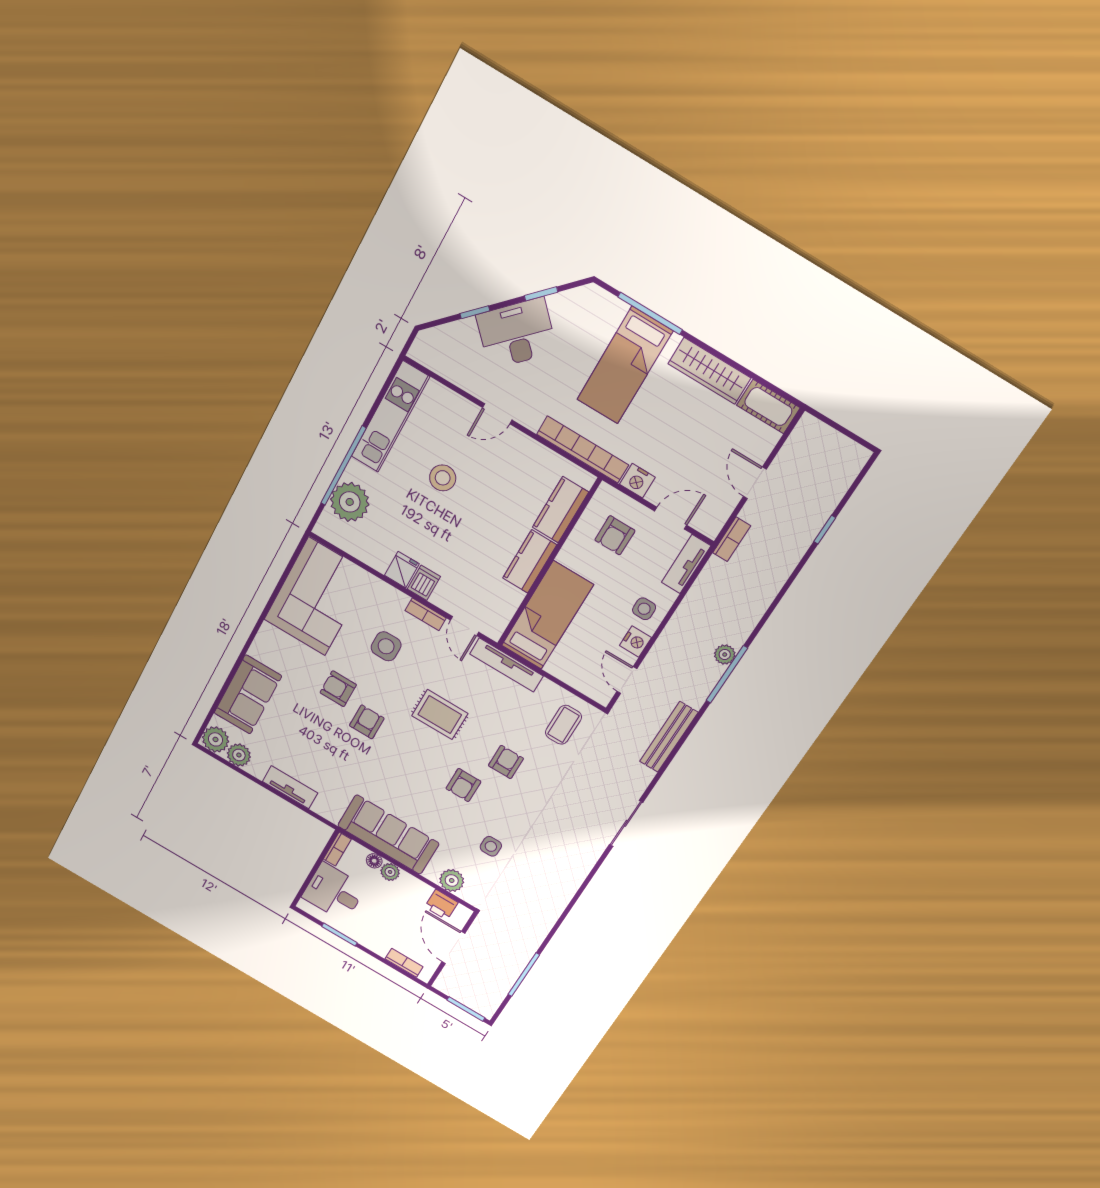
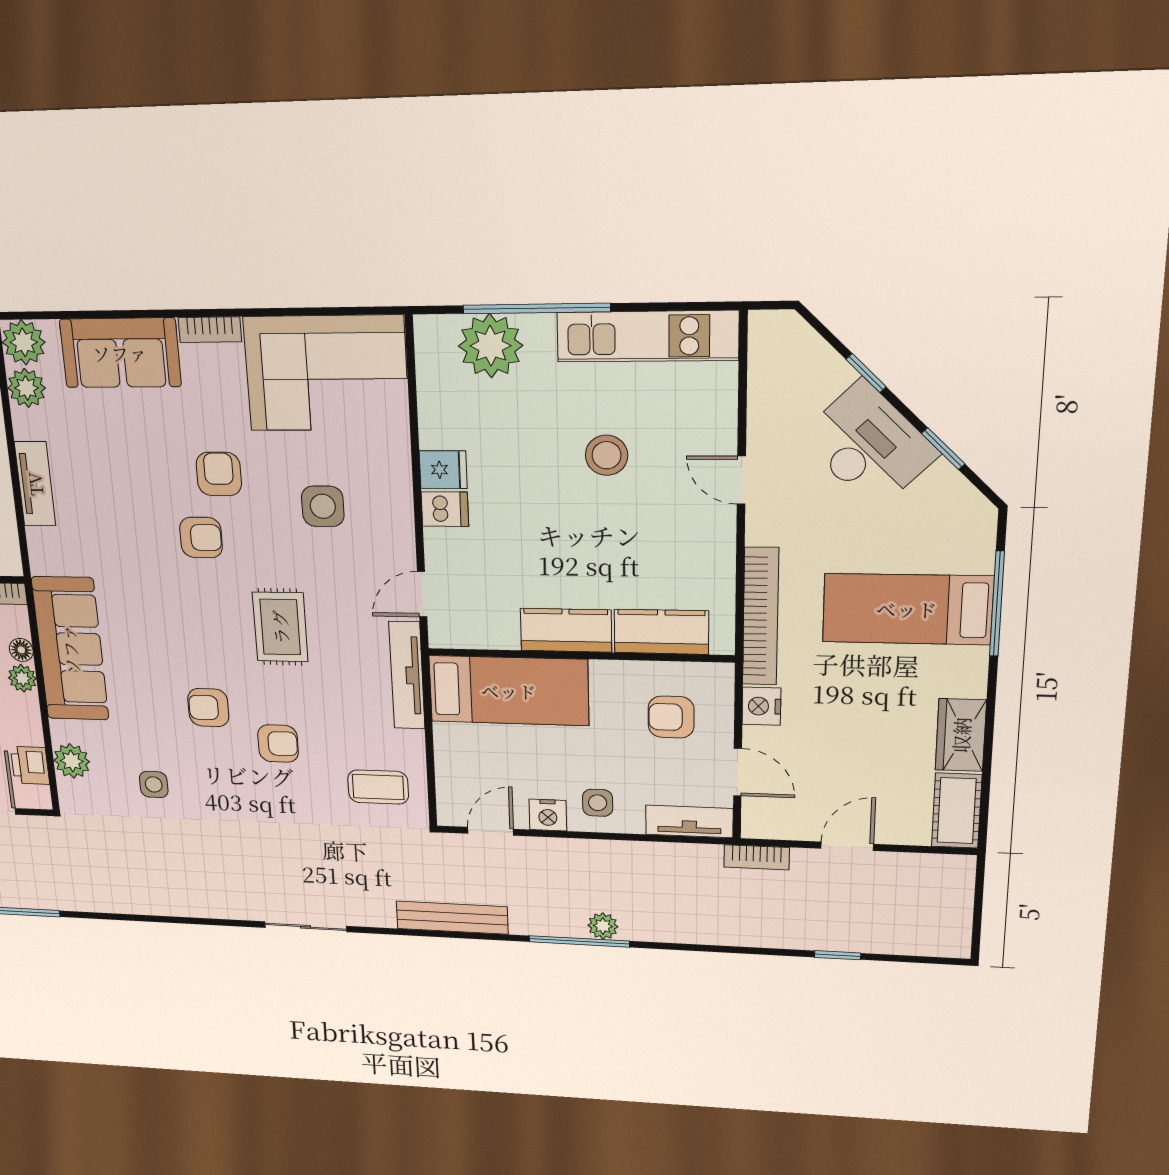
wardrobe: (709, 371) -> (961, 735), width x0.67
bookcase: (426, 614) -> (210, 330), moved, turned -90

